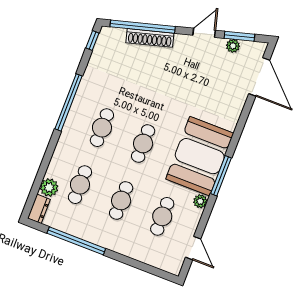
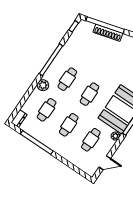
plant: (49, 187) -> (43, 85), moved
door: (193, 248) -> (105, 163), hinge flipped

